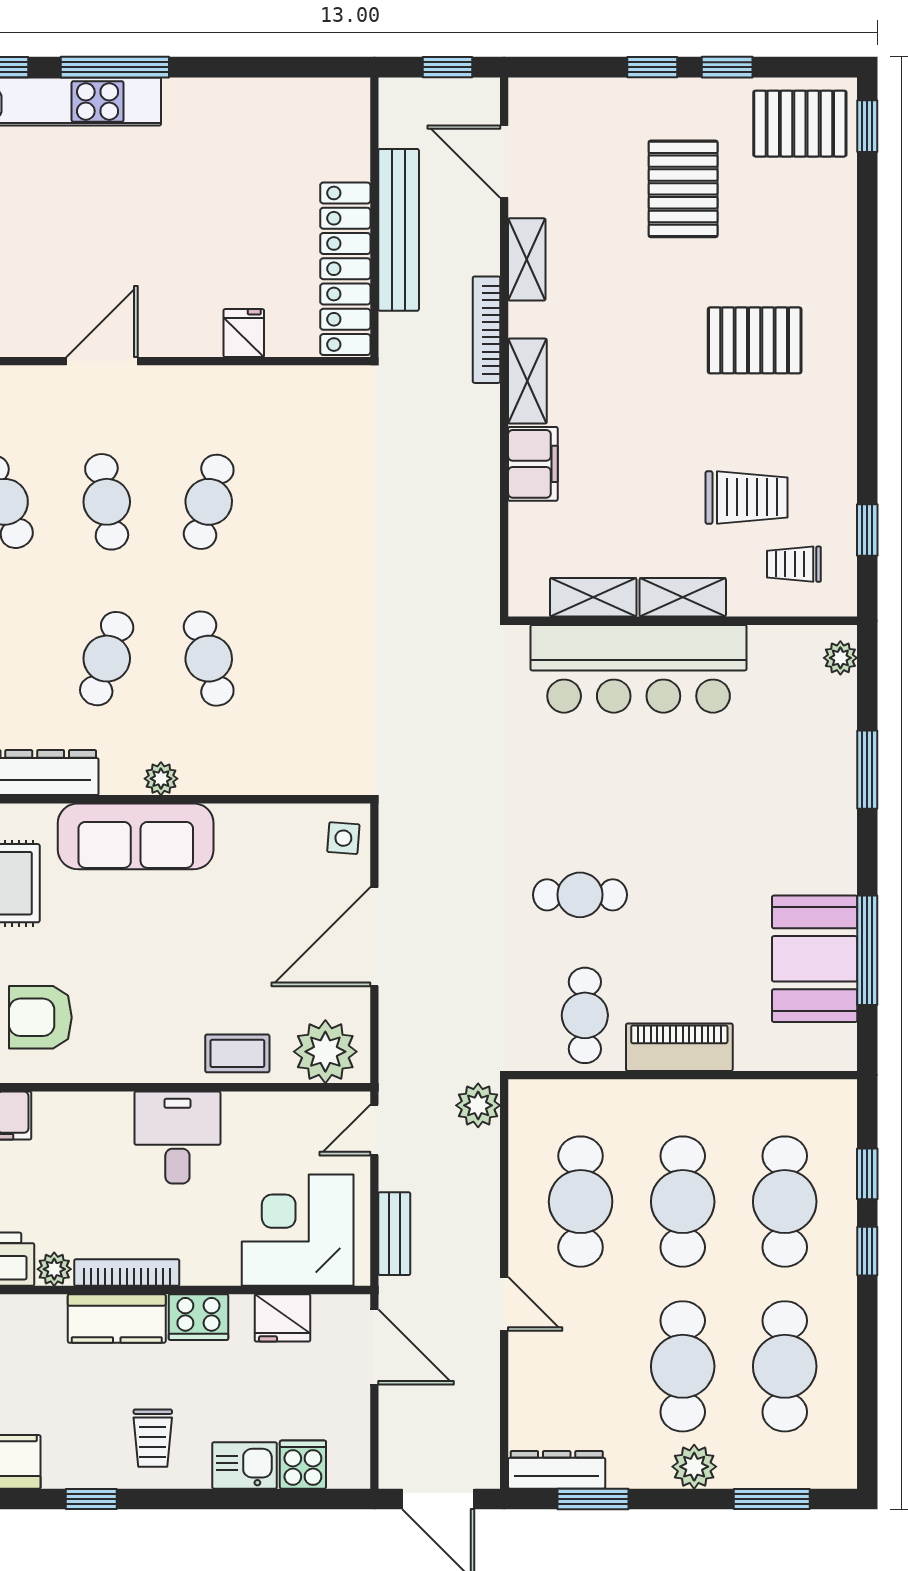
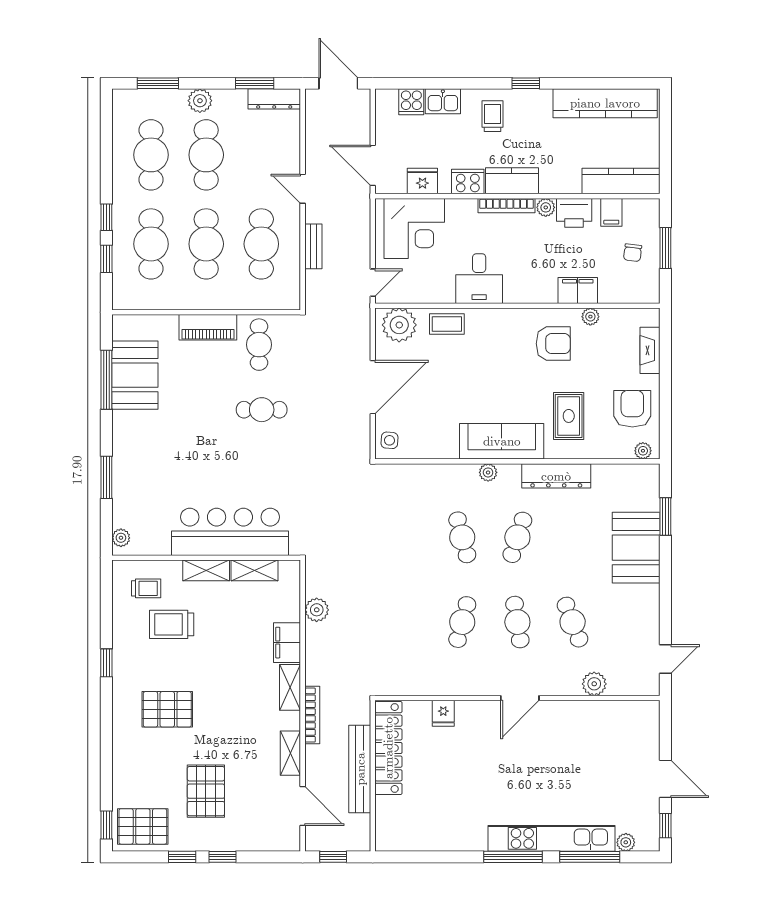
window: (867, 530) -> (106, 663), moved
plant: (478, 1105) -> (317, 610), moved
bench: (394, 1234) -> (313, 246), moved

